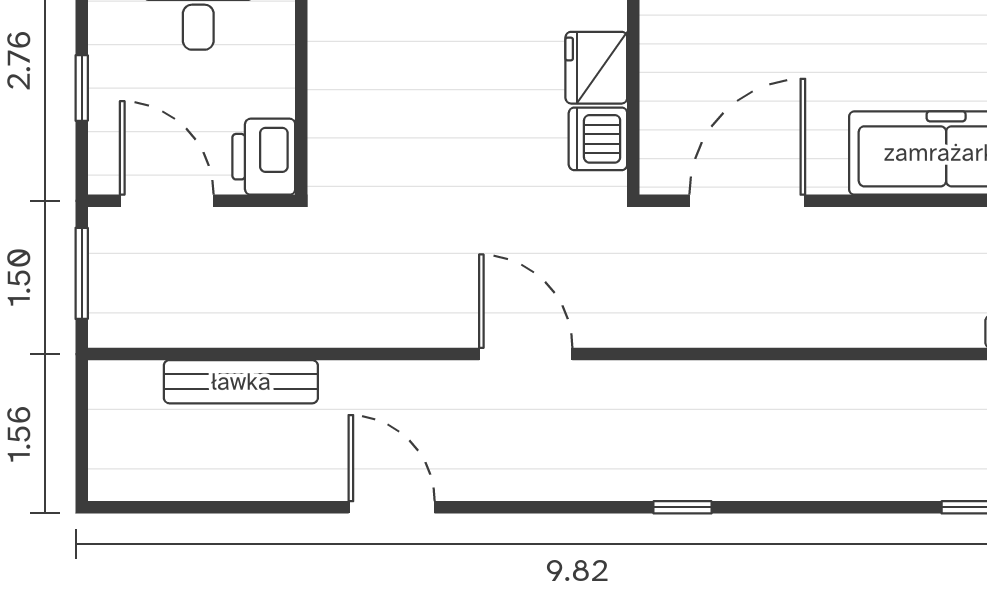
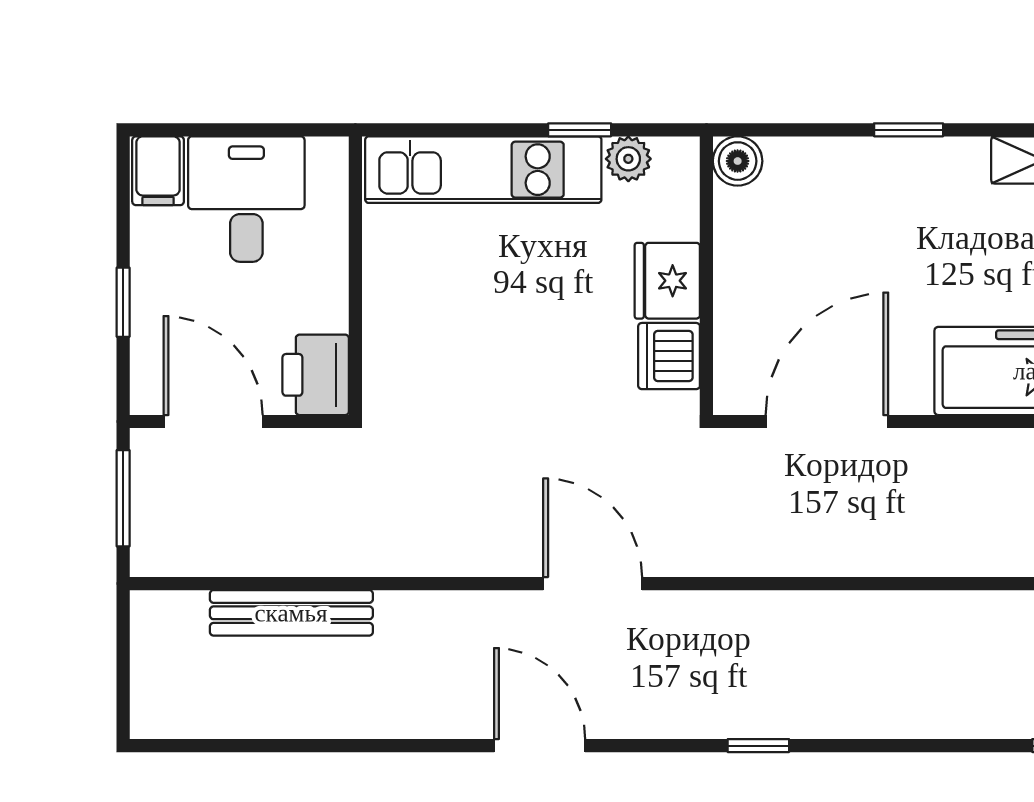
door: (392, 507) -> (540, 746), moved

